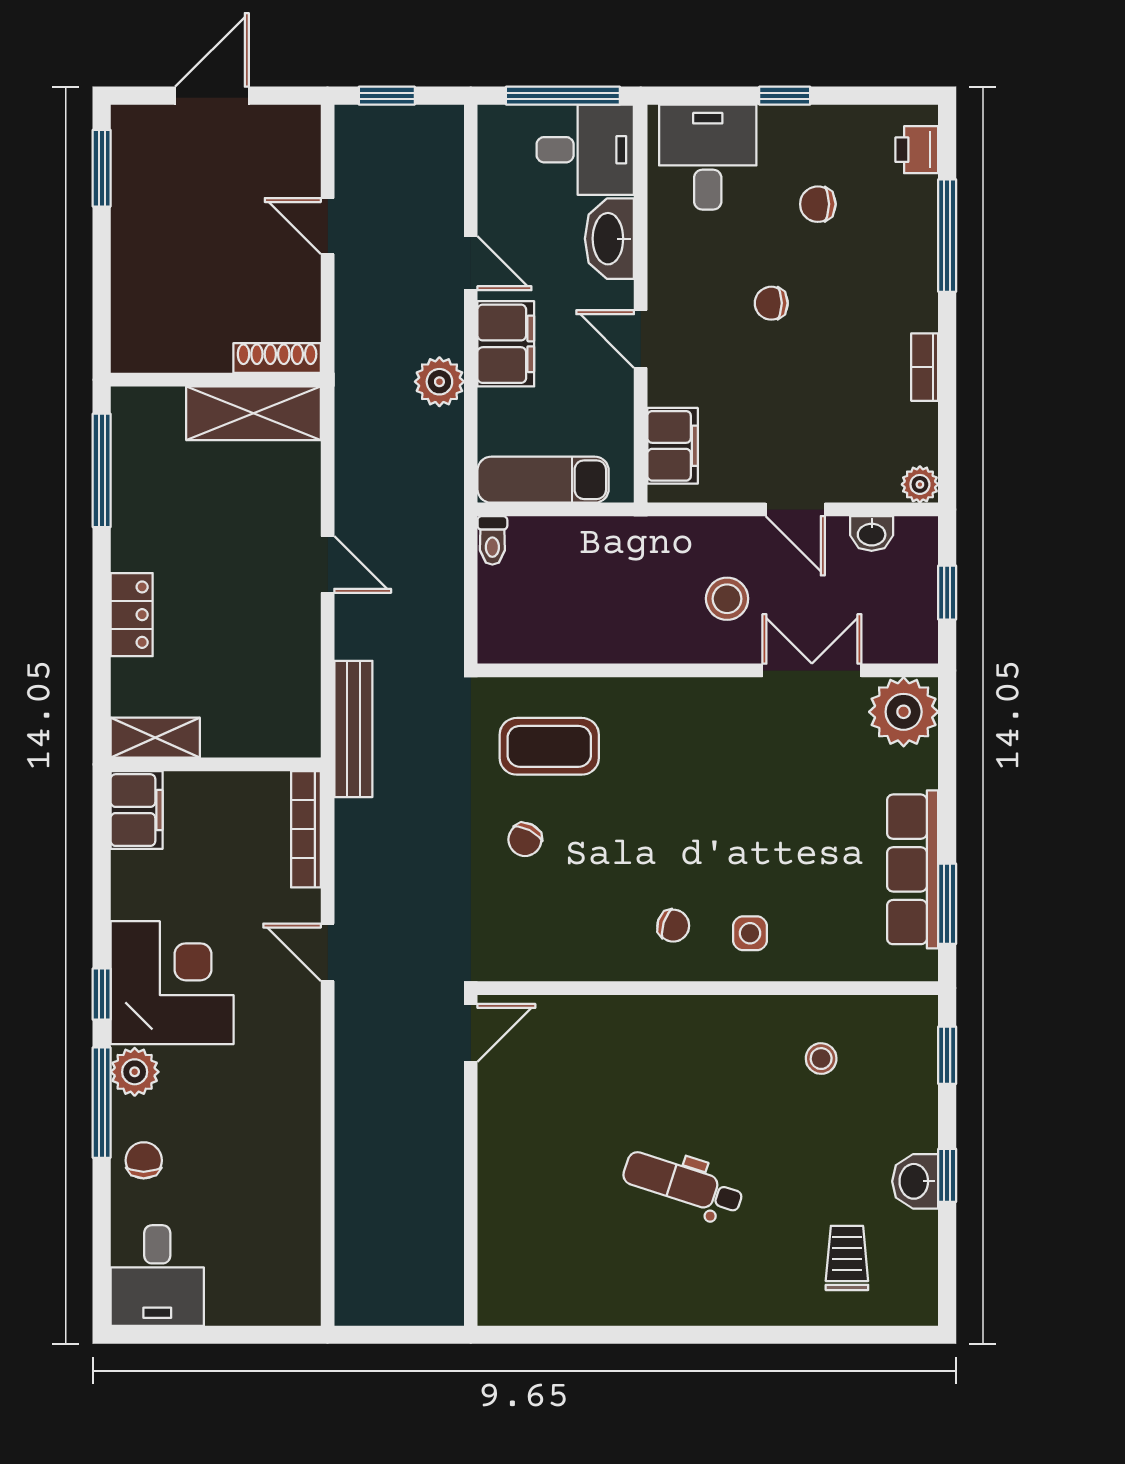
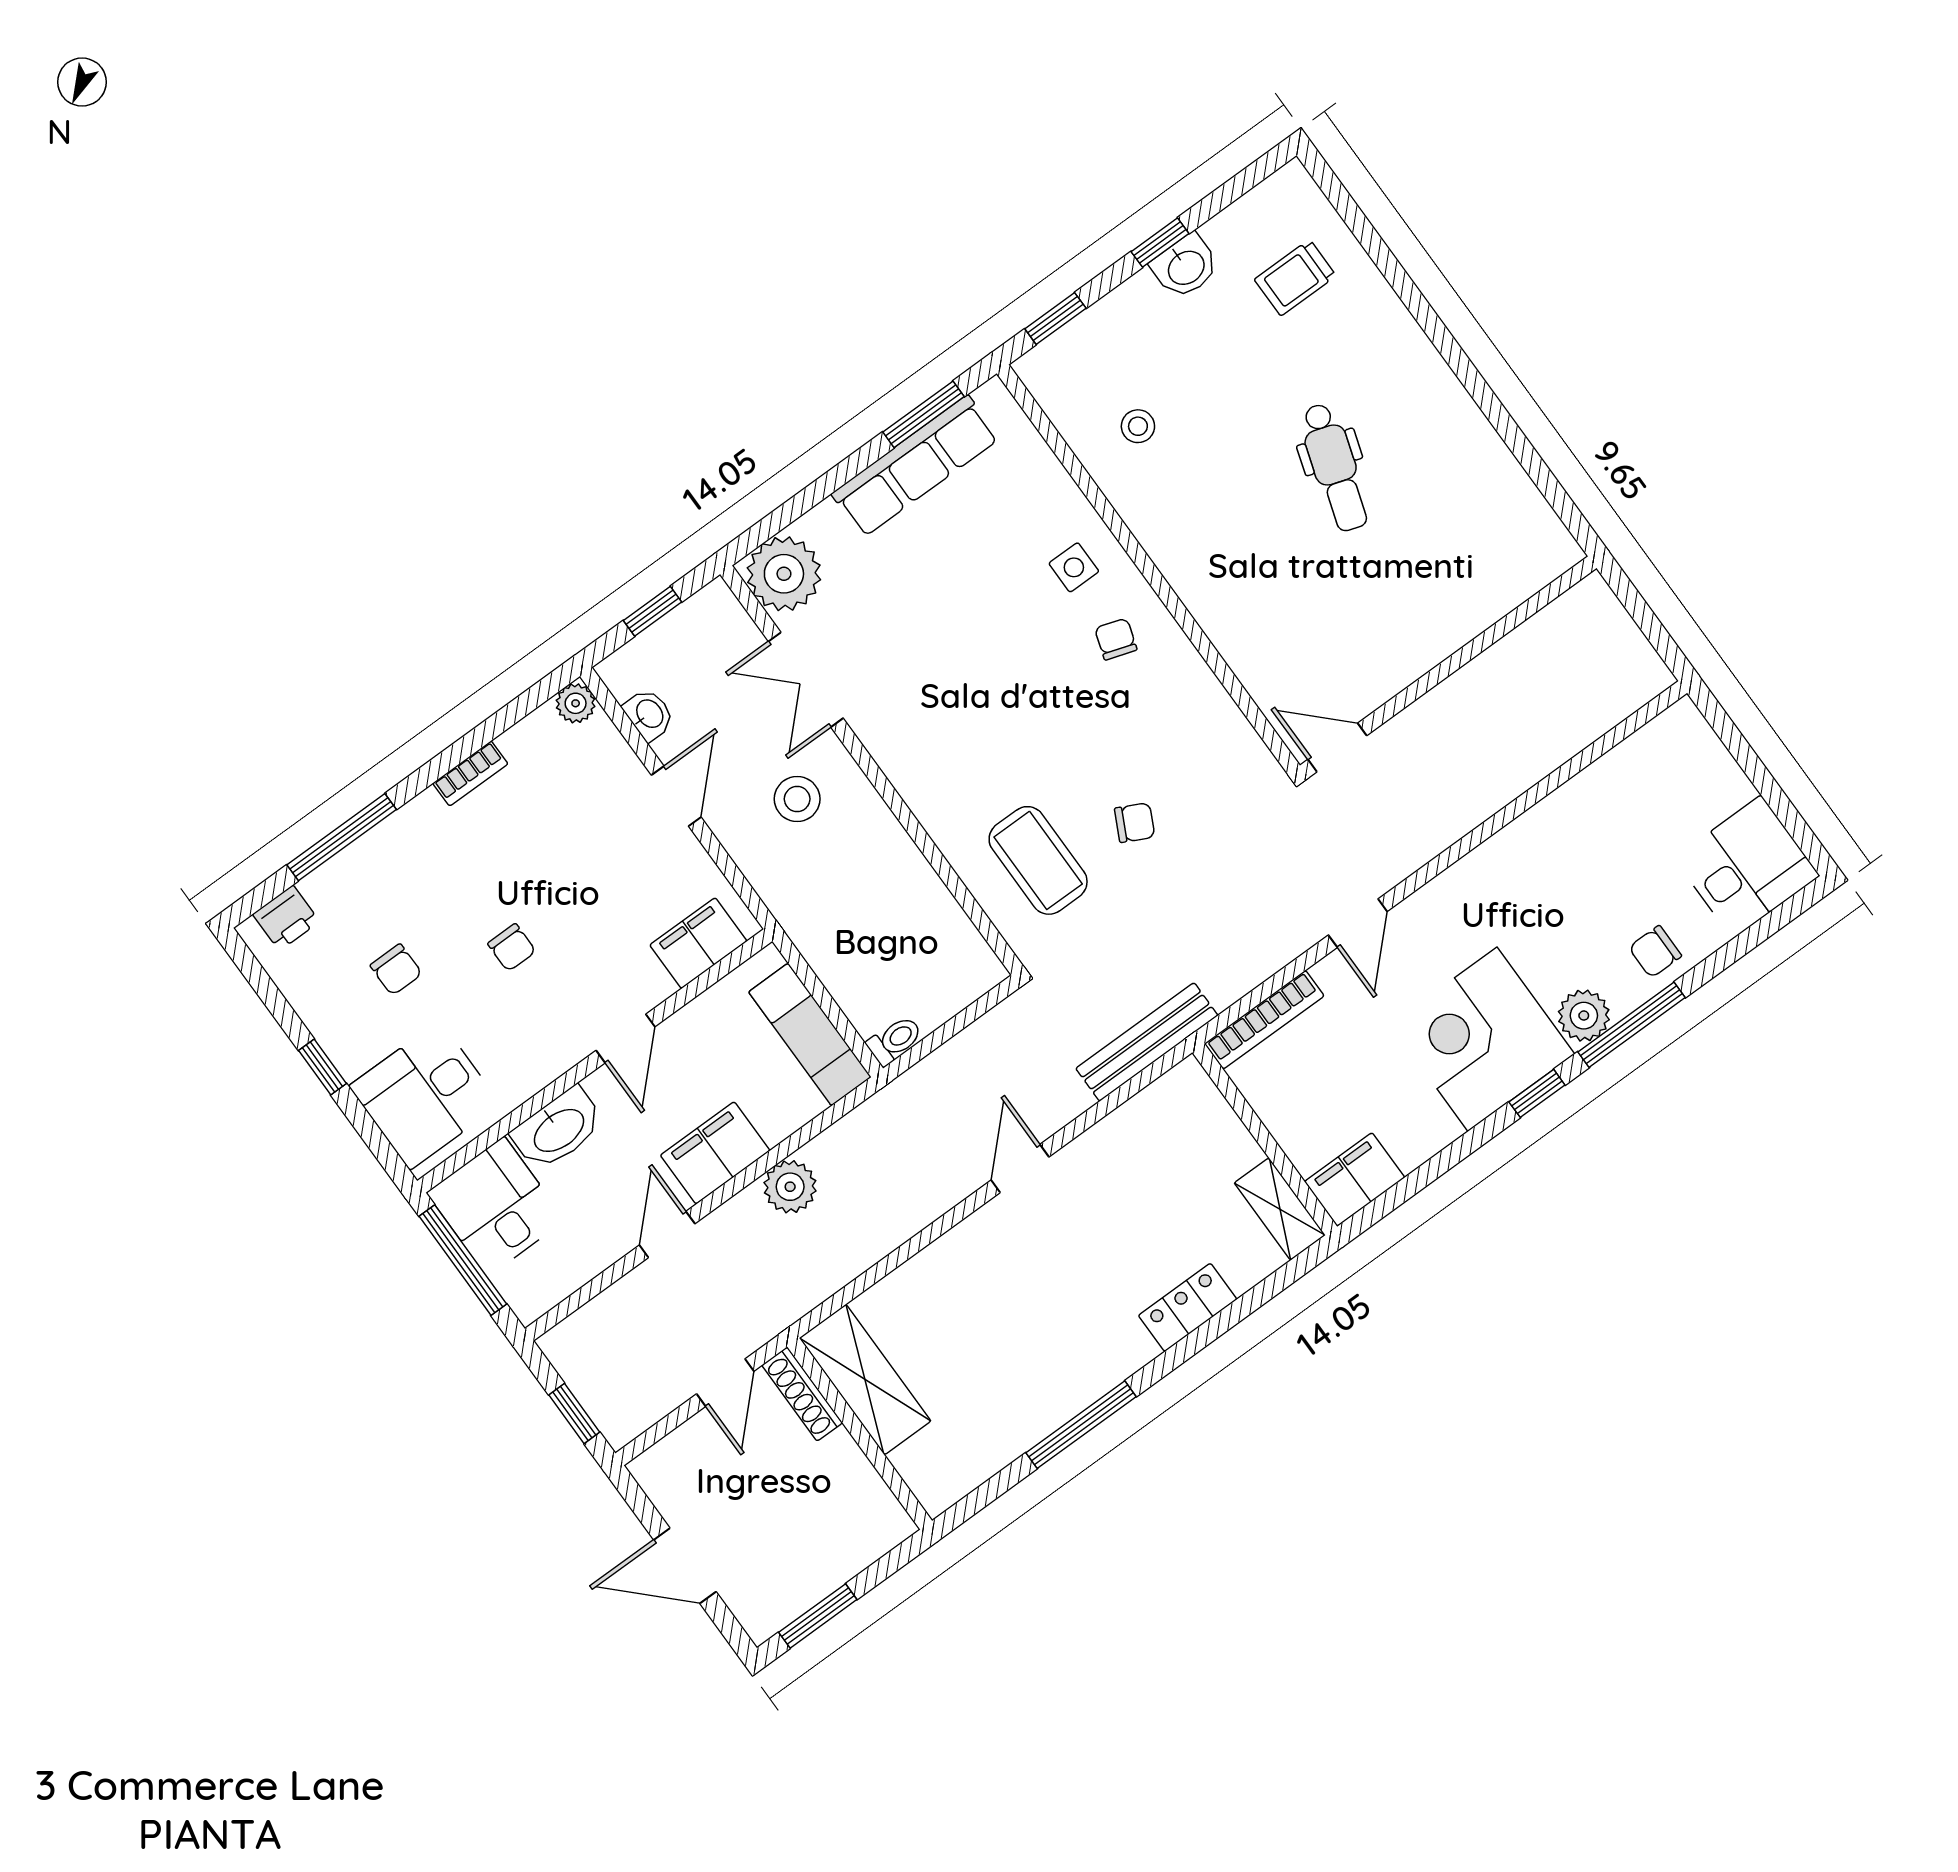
shoe rack: (277, 358) -> (802, 1394), moved
wall: (216, 380) -> (860, 1434), moved
shelving: (254, 413) -> (865, 1380), moved

